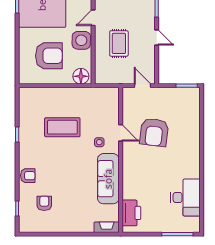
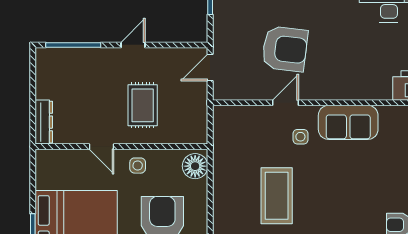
side table: (81, 40) -> (138, 166), width x0.54, depth x0.54
rug: (119, 43) -> (143, 105), turned 90
sofa: (108, 179) -> (348, 122), width x0.73

